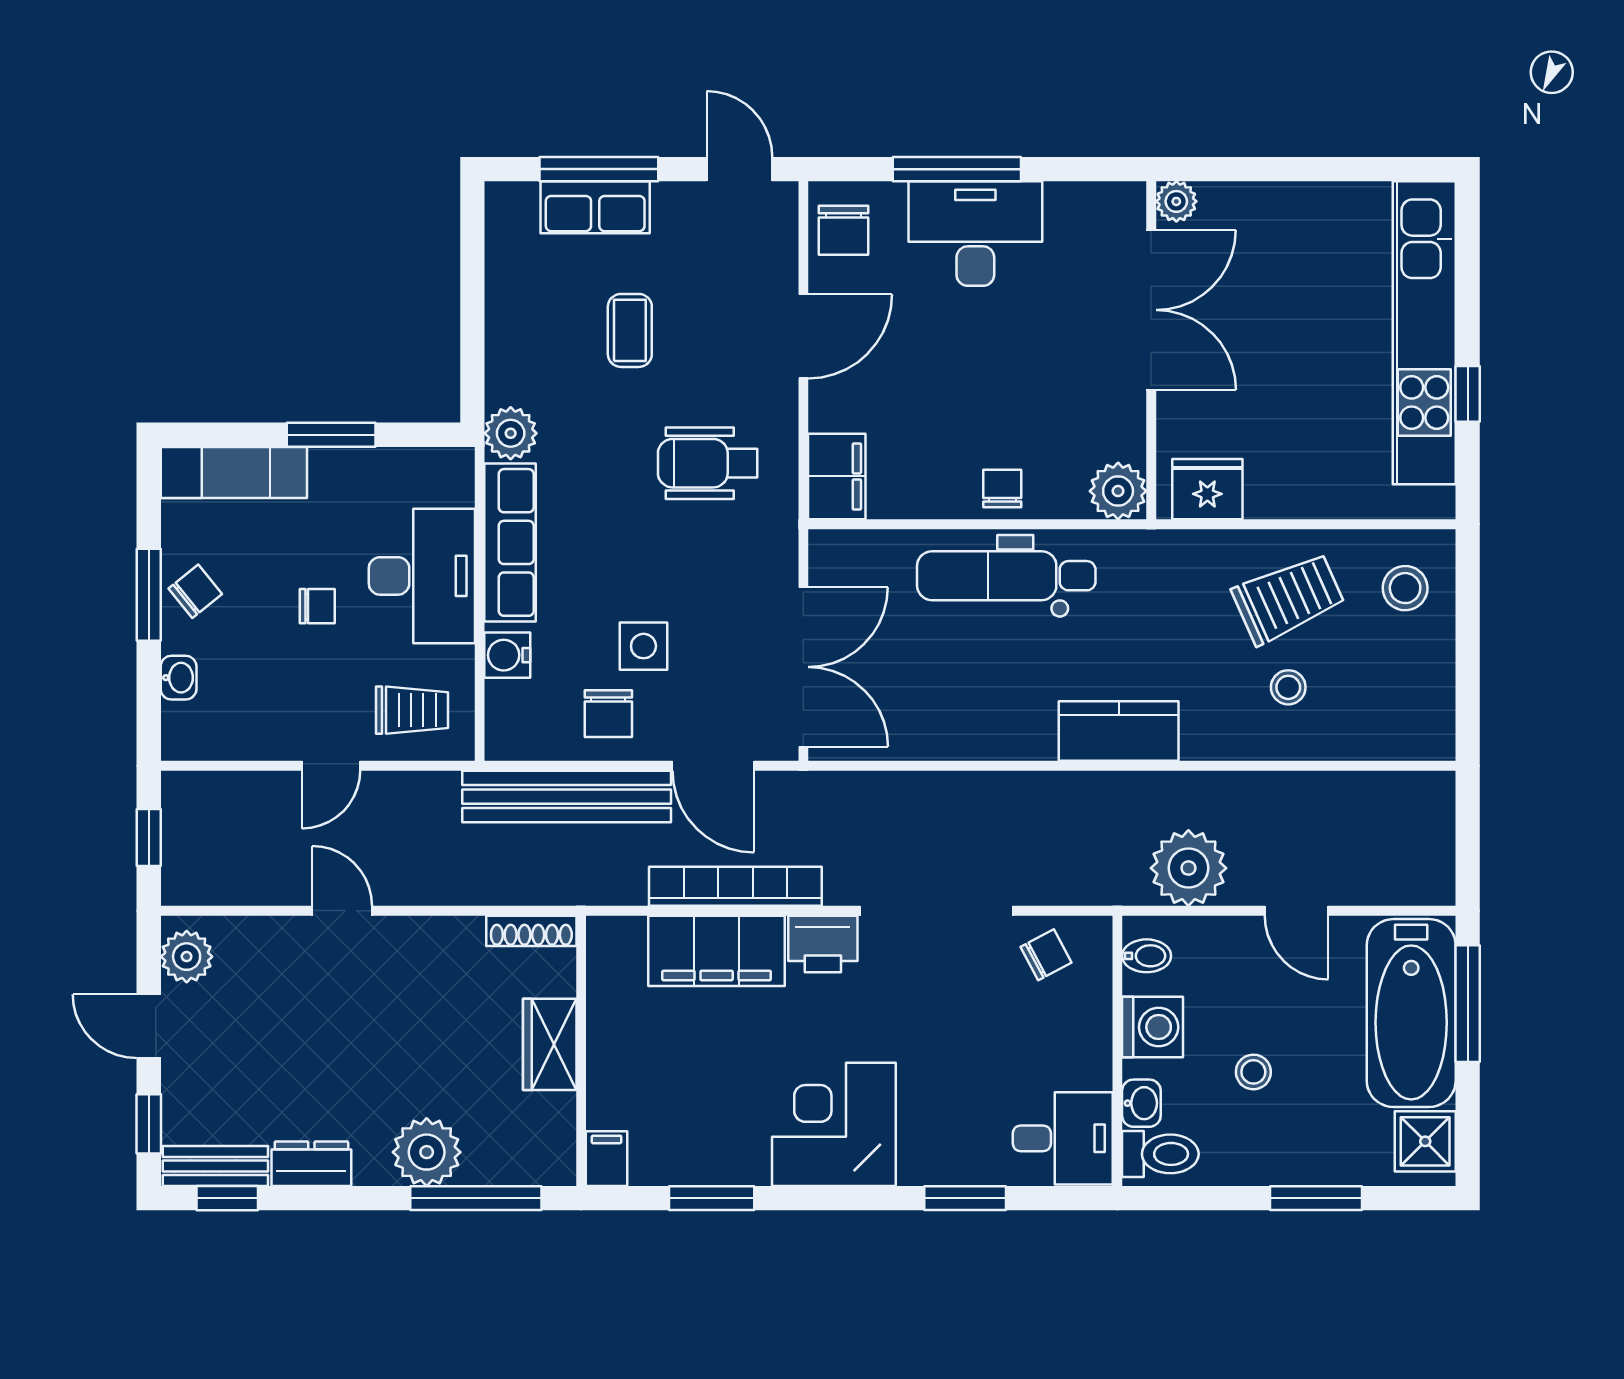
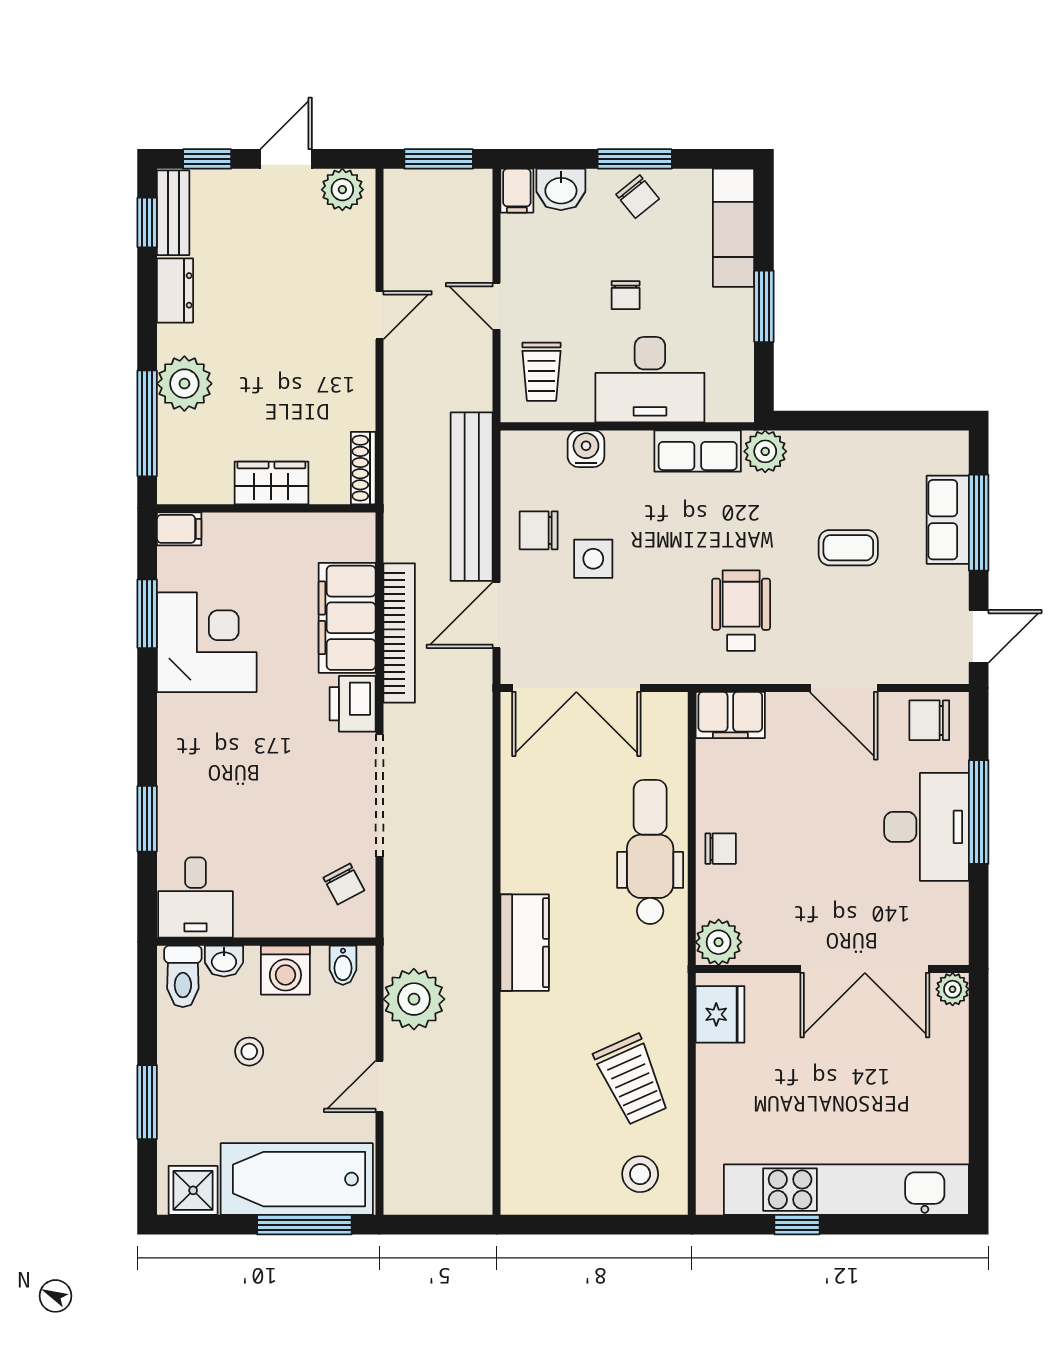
row of seats: (510, 542) -> (698, 451), width x0.68
washbasin: (179, 678) -> (561, 189), width x1.38, depth x1.45
stool: (1288, 687) -> (560, 1080), removed
filing cabinet: (188, 741) -> (517, 191), added
window: (149, 837) -> (439, 159), width x1.50
corner desk: (834, 1124) -> (207, 642), moved

